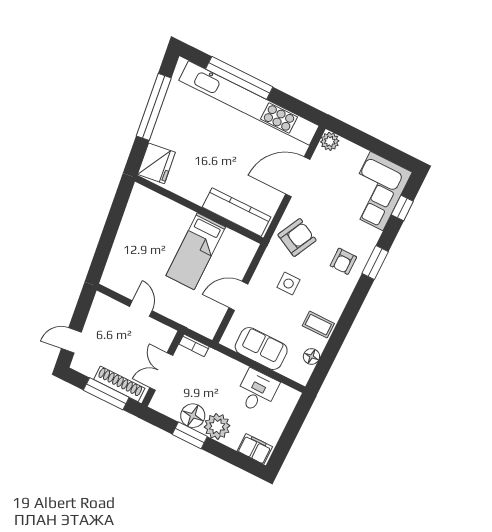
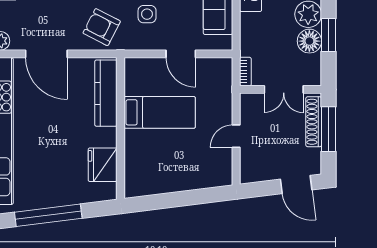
fridge: (156, 163) -> (103, 165), moved, turned -83
door: (71, 340) -> (296, 184), width x1.38

